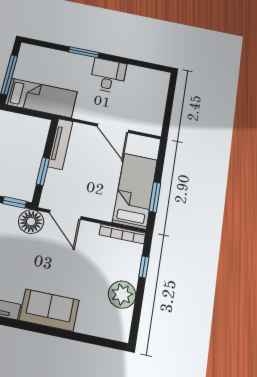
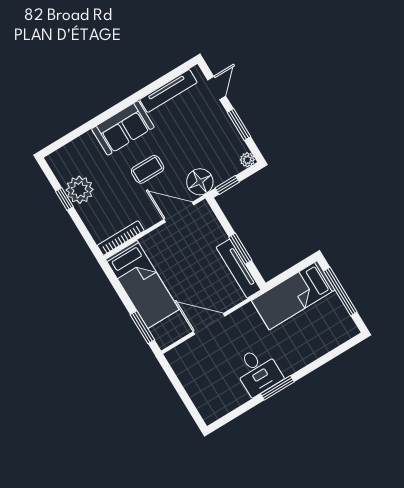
window: (84, 52) -> (277, 388), moved
window: (43, 171) -> (240, 249), moved
window: (155, 197) -> (142, 327), moved
coffee table: (59, 264) -> (148, 169), added
window: (144, 267) -> (64, 199), moved

